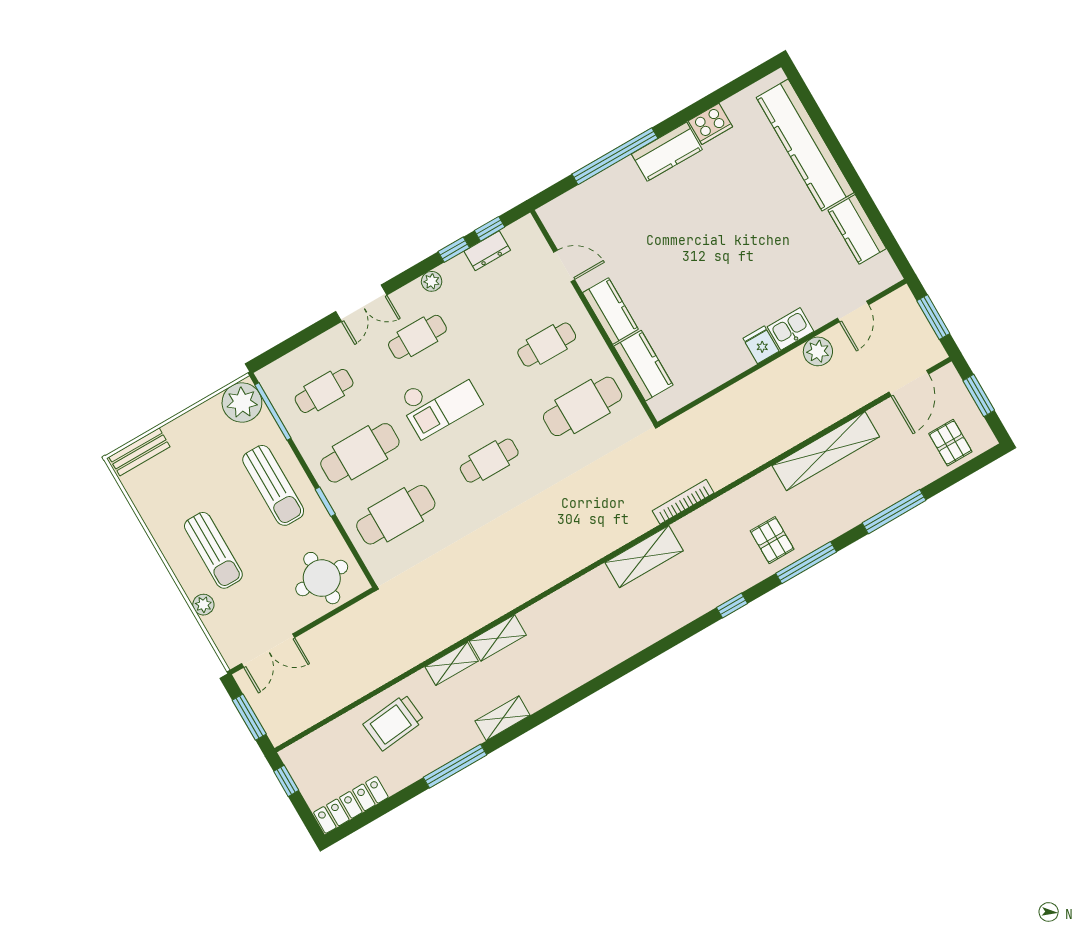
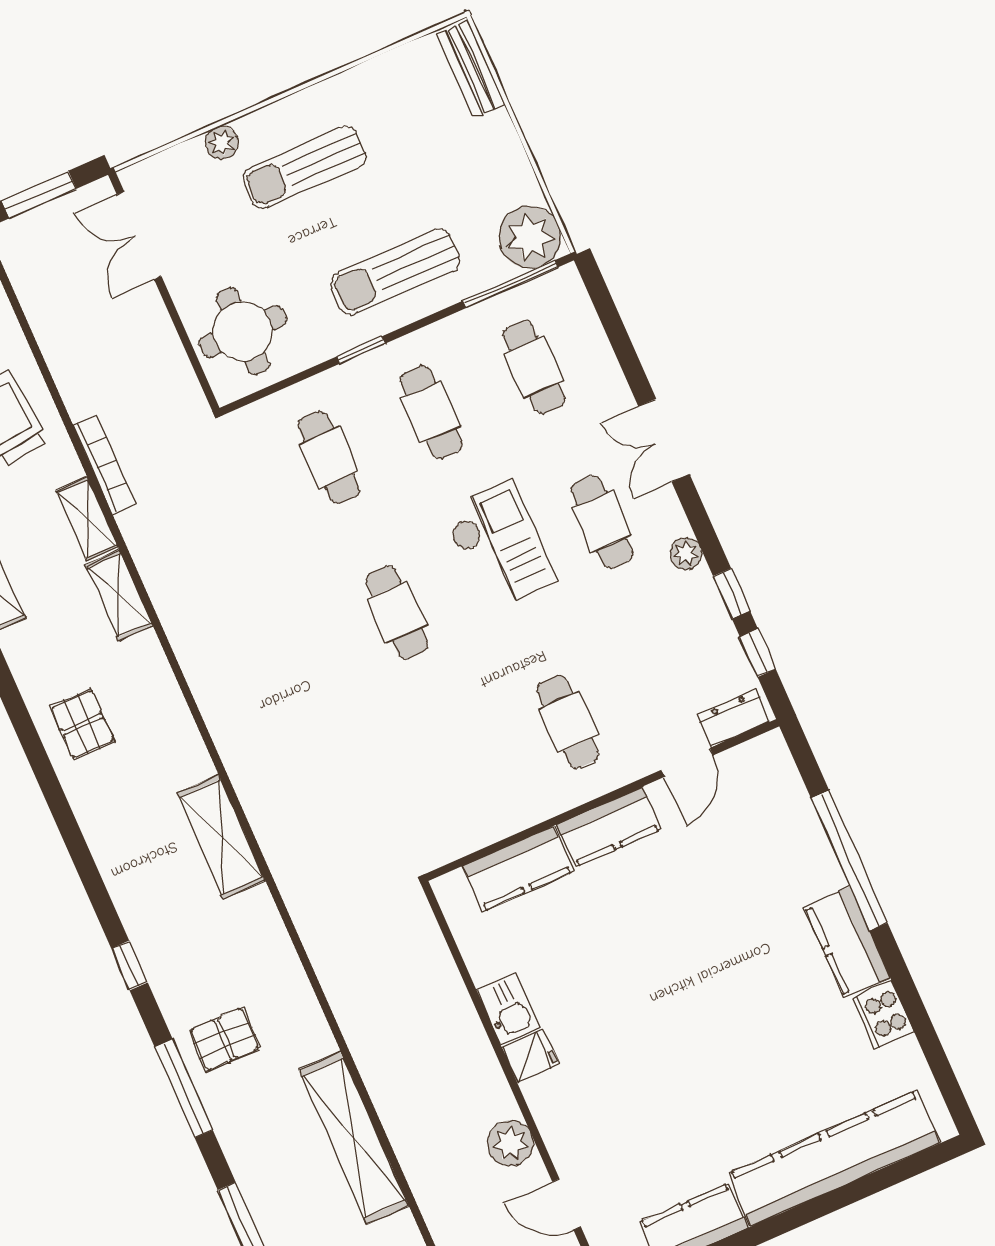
dresser: (487, 251) -> (734, 718), moved, turned 90
kitchen sink: (790, 329) -> (508, 1008), moved
checkout: (440, 401) -> (499, 545), turned 180
cafe table: (583, 406) -> (465, 767), removed
cafe table: (360, 453) -> (431, 412), width x0.73, depth x0.74
bookcase: (683, 502) -> (104, 465), moved
cafe table: (396, 515) -> (329, 458), width x0.73, depth x0.74
pallet: (582, 652) -> (82, 724), added

